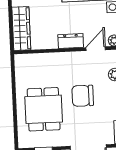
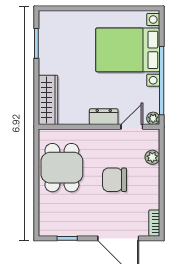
dining table: (44, 109) -> (62, 168), moved

